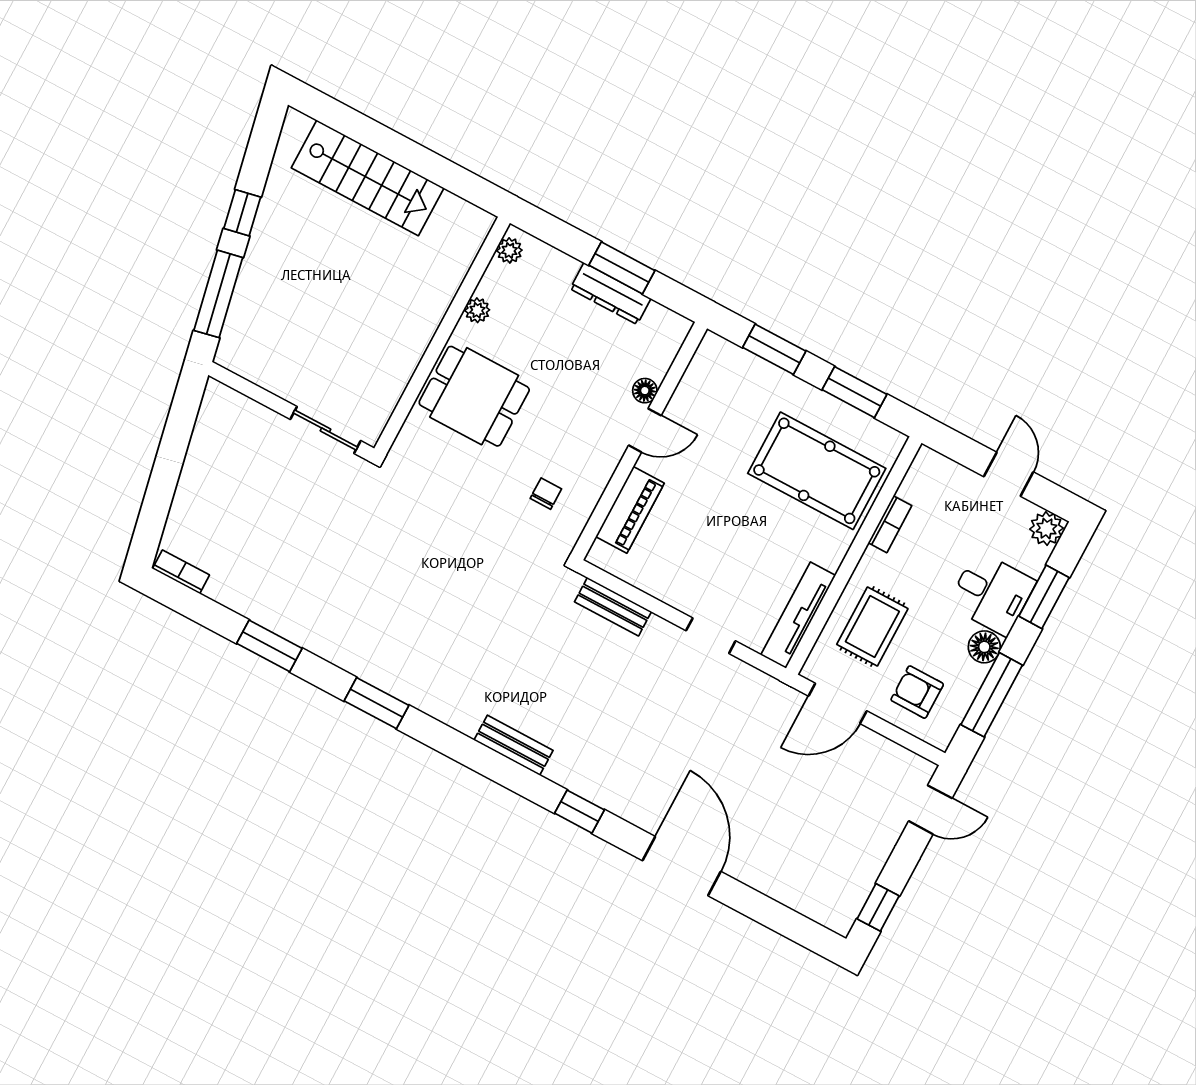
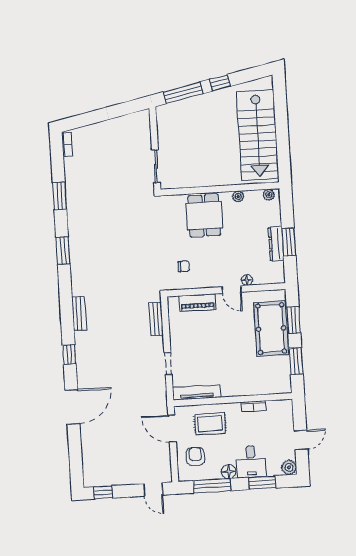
stairs: (368, 178) -> (258, 135), width x1.36, depth x1.51
pool table: (817, 471) -> (271, 329), moved

